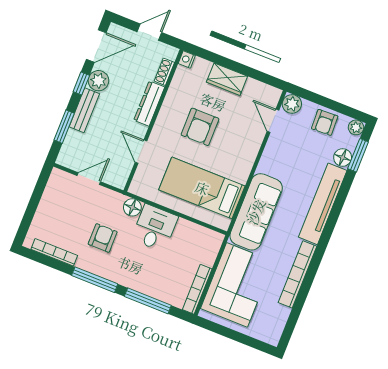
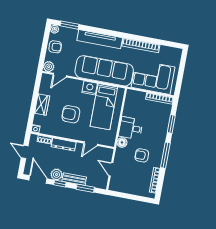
armchair: (200, 127) -> (71, 114), turned 180
floor lamp: (343, 157) -> (72, 33), removed
nightstand: (240, 169) -> (90, 88), added
sofa: (256, 212) -> (104, 71), width x1.36, depth x1.27
window: (148, 301) -> (171, 124), width x0.69

